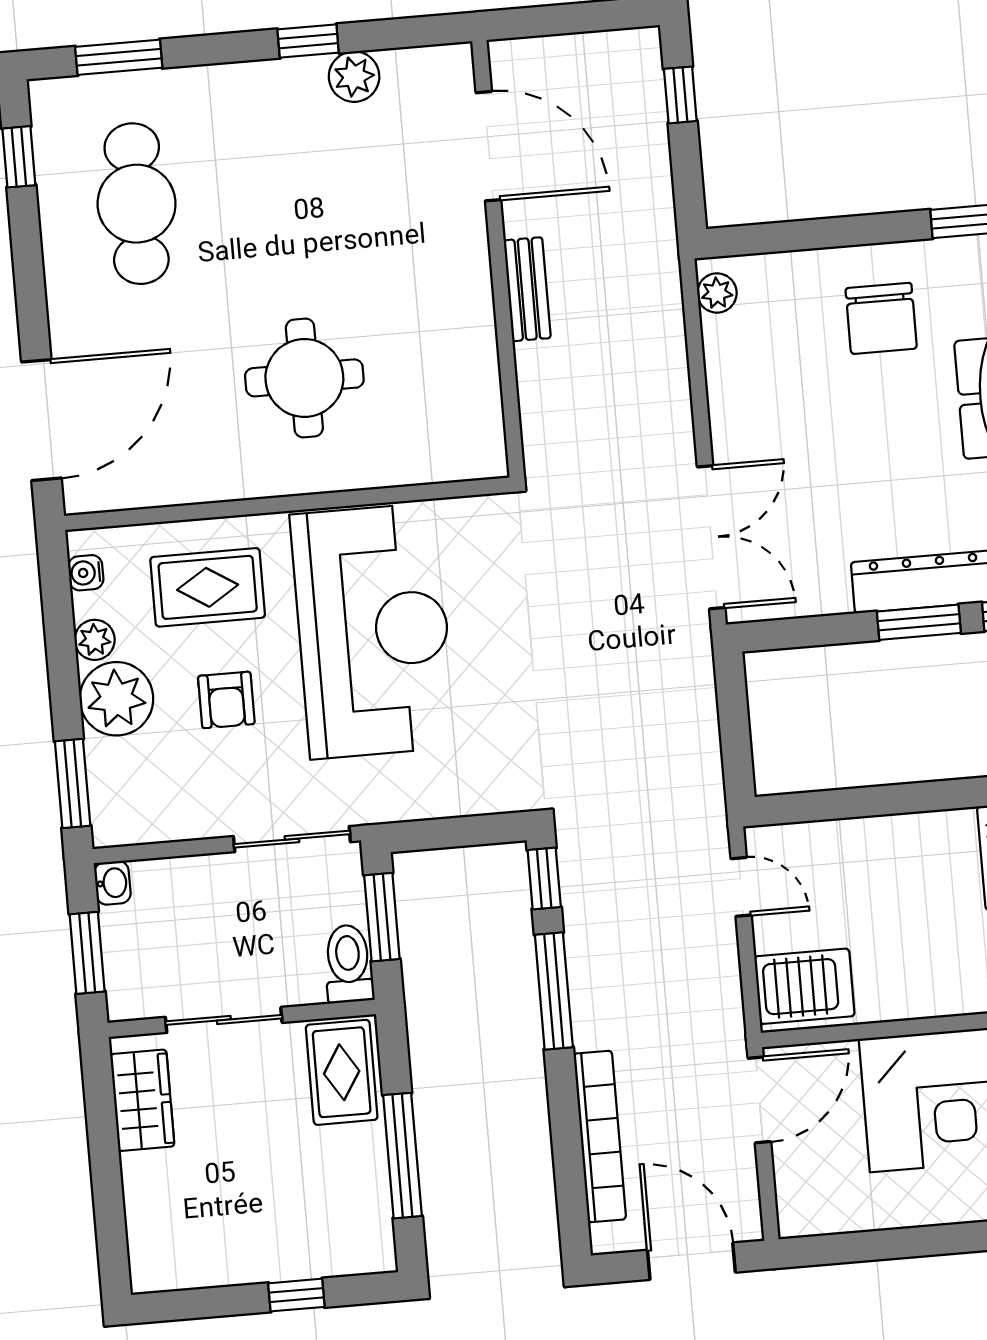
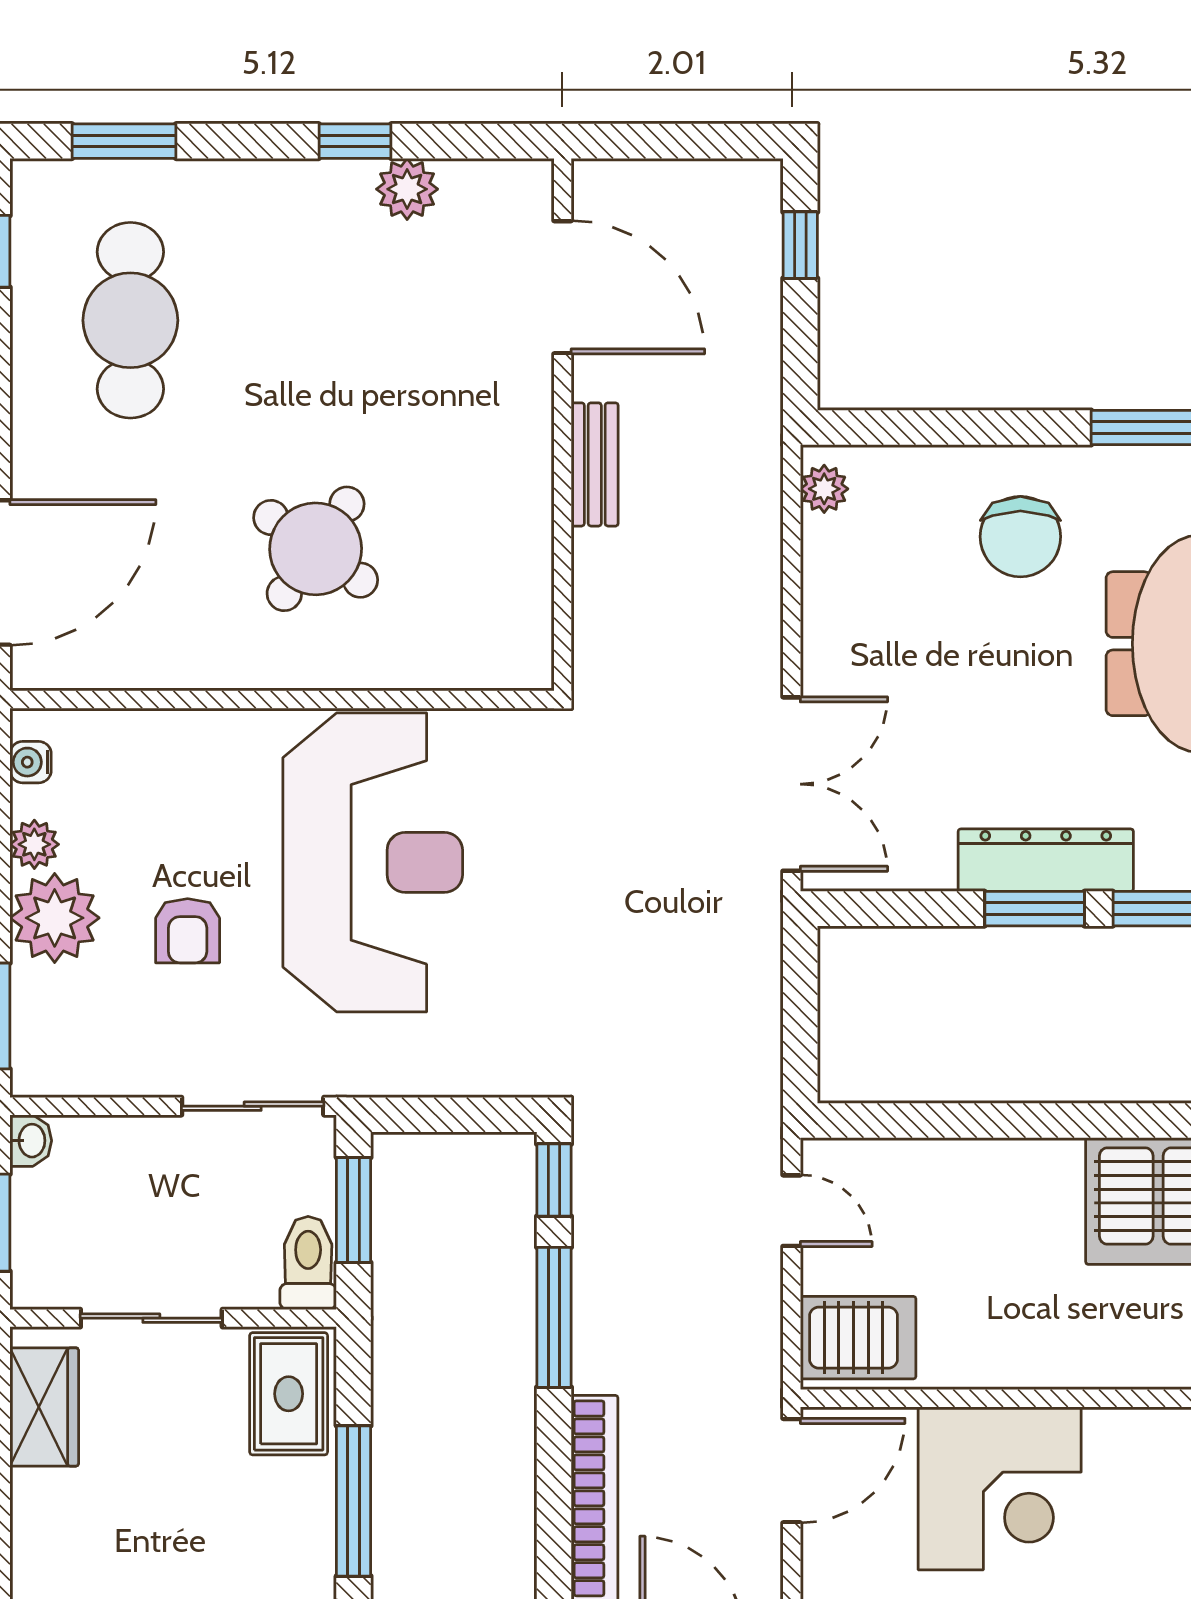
round table: (304, 378) -> (316, 549), turned 35
rug: (208, 587) -> (177, 792), removed

